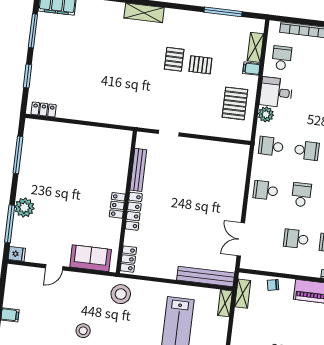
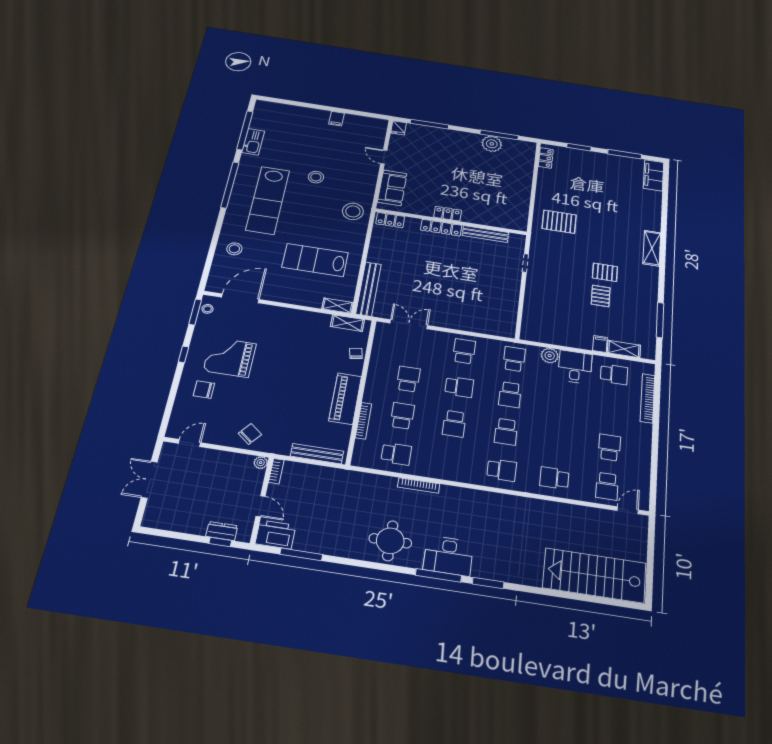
pallet: (235, 103) -> (559, 222), moved
plant: (24, 207) -> (492, 144), moved

